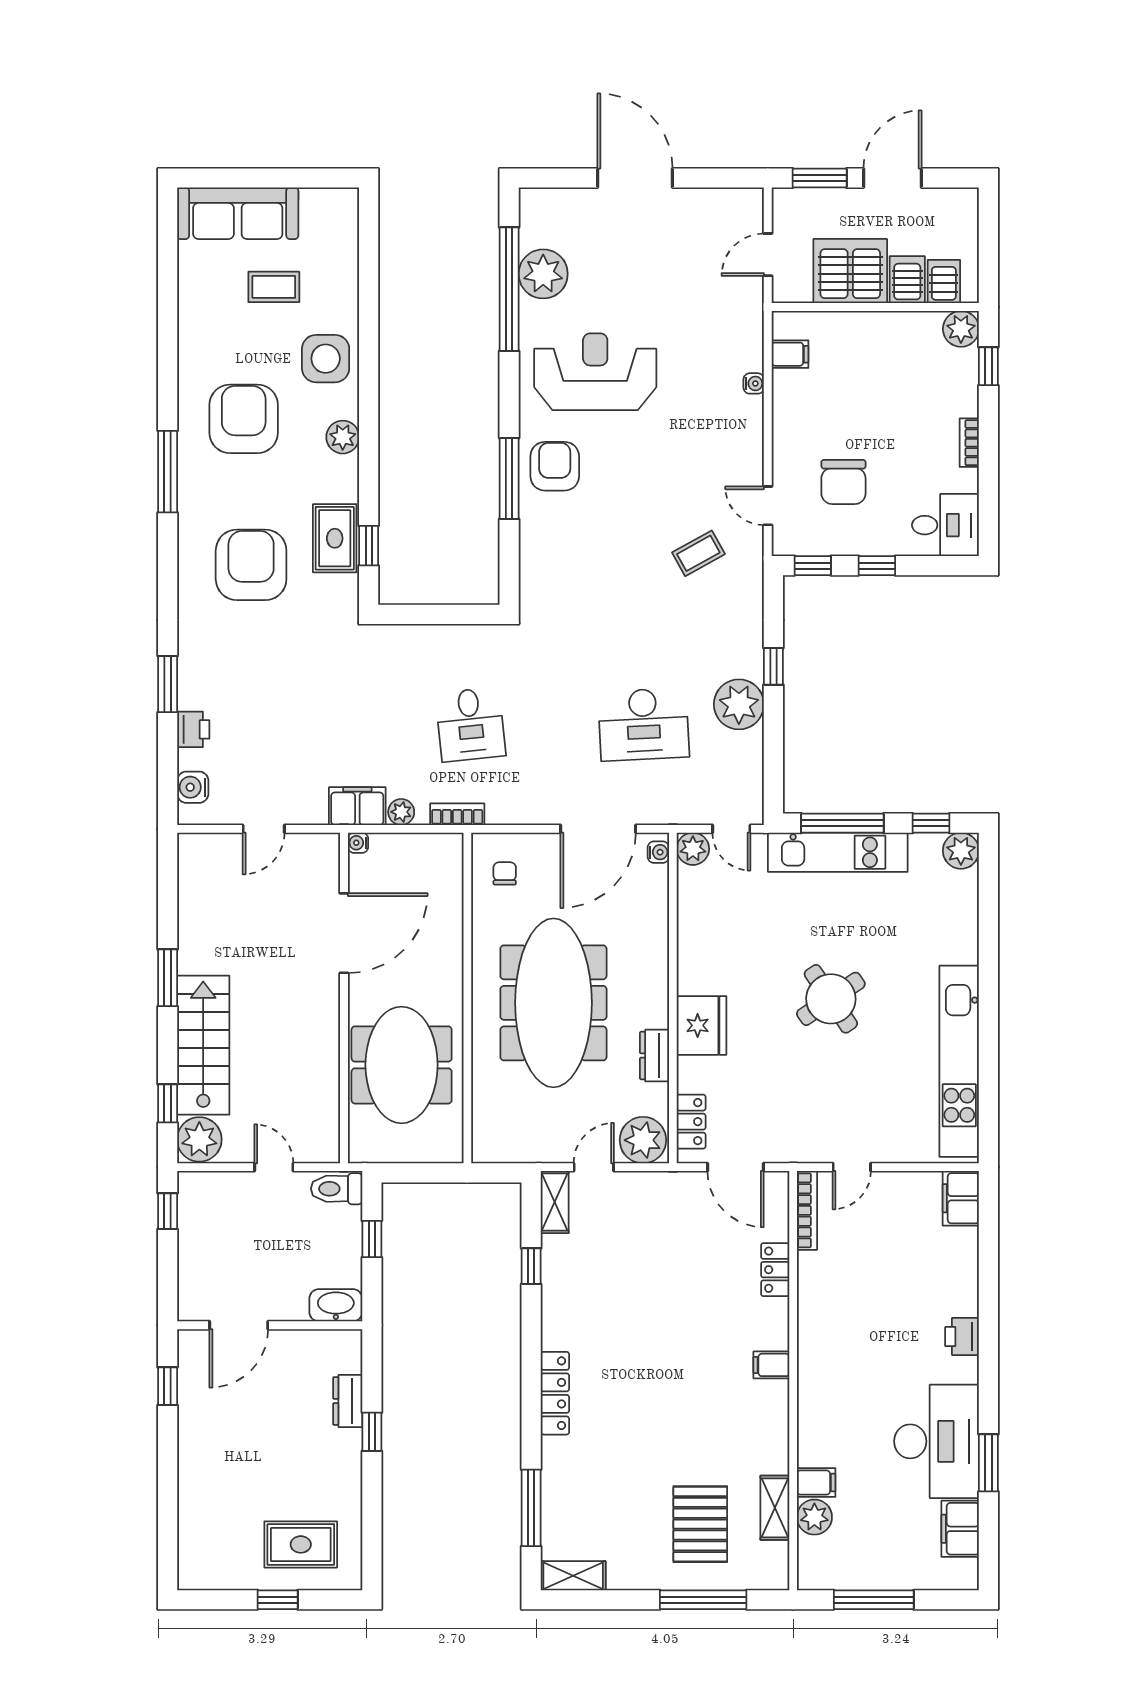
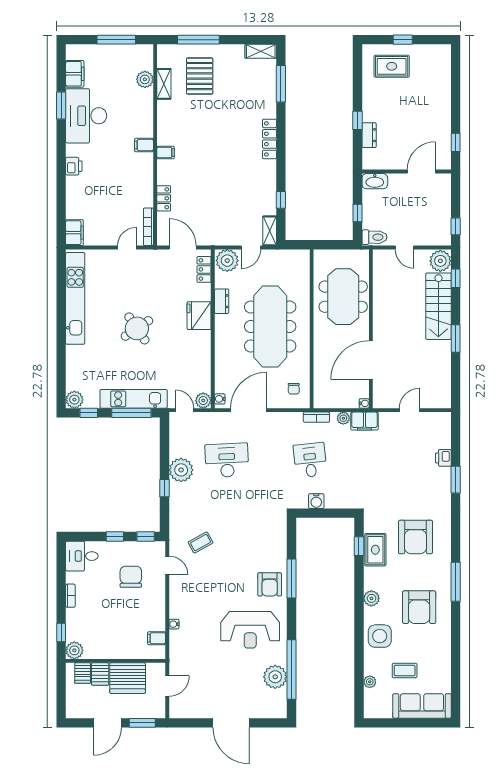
plant: (346, 263) -> (370, 682), added
water cooler: (193, 787) -> (316, 501), moved, turned 90
filing cabinet: (816, 1482) -> (144, 145), moved

